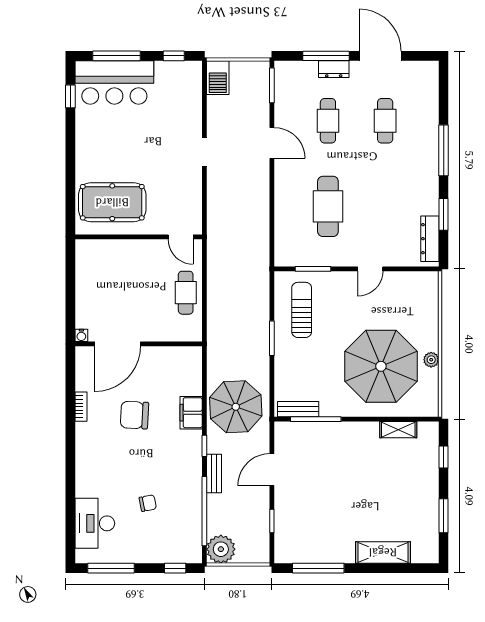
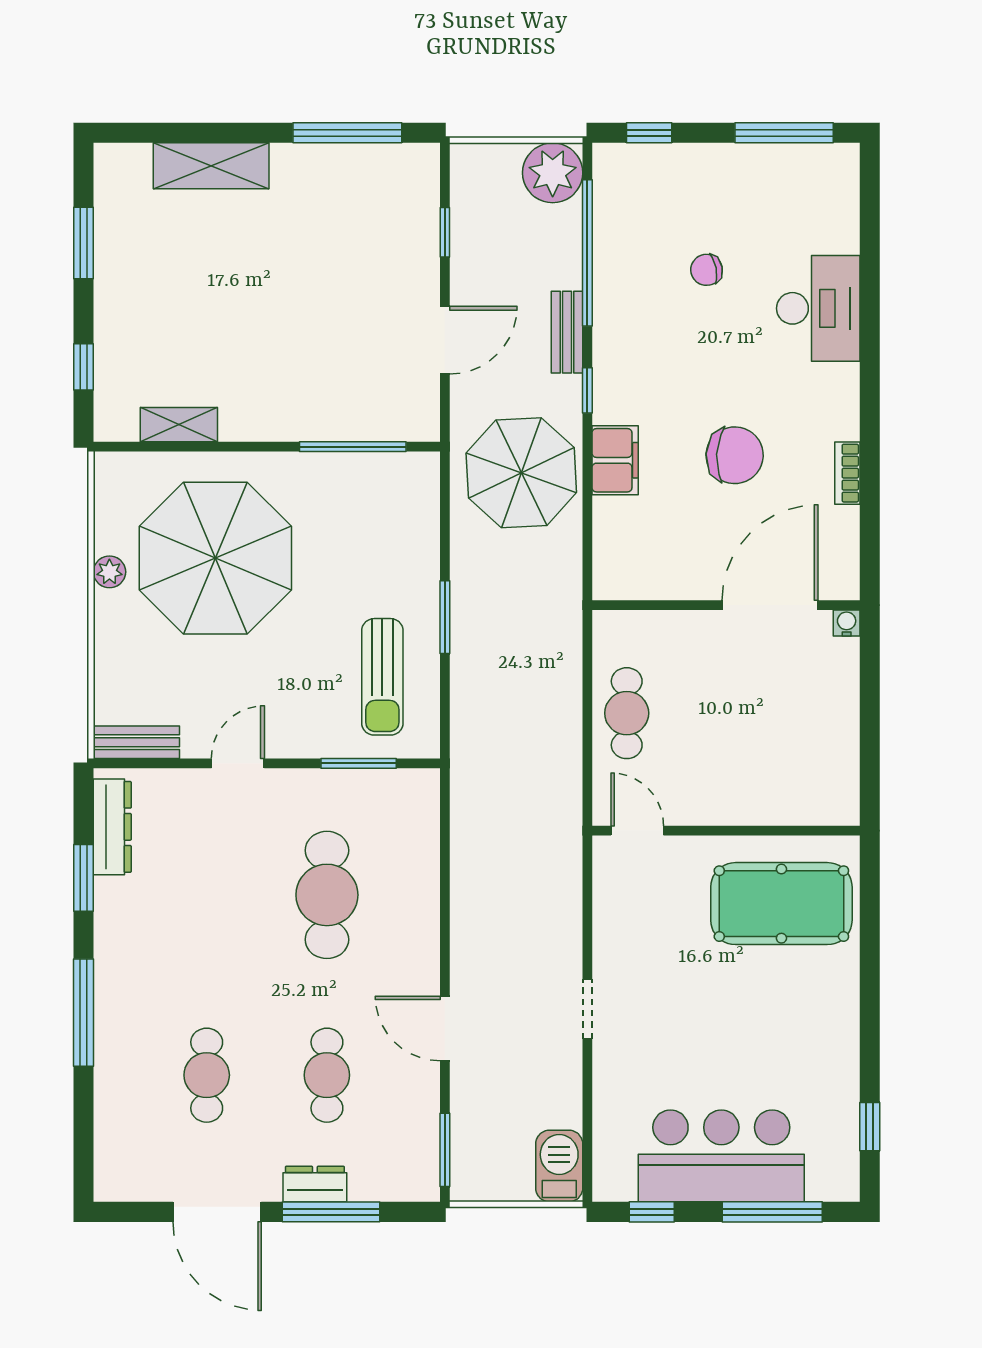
bar counter: (114, 82) -> (721, 1156), moved
bench: (298, 409) -> (136, 742), moved
desk: (95, 523) -> (818, 308), moved

